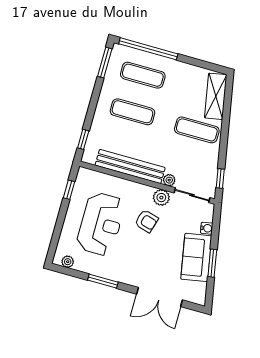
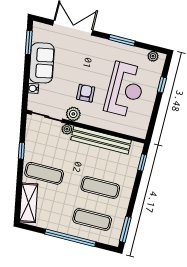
window: (148, 49) -> (70, 238), moved
window: (220, 178) -> (21, 151), moved
window: (69, 190) -> (162, 85), moved
armchair: (146, 221) -> (86, 93), turned 71
reception desk: (101, 224) -> (125, 90), turned 180
window: (212, 263) -> (29, 42), moved

